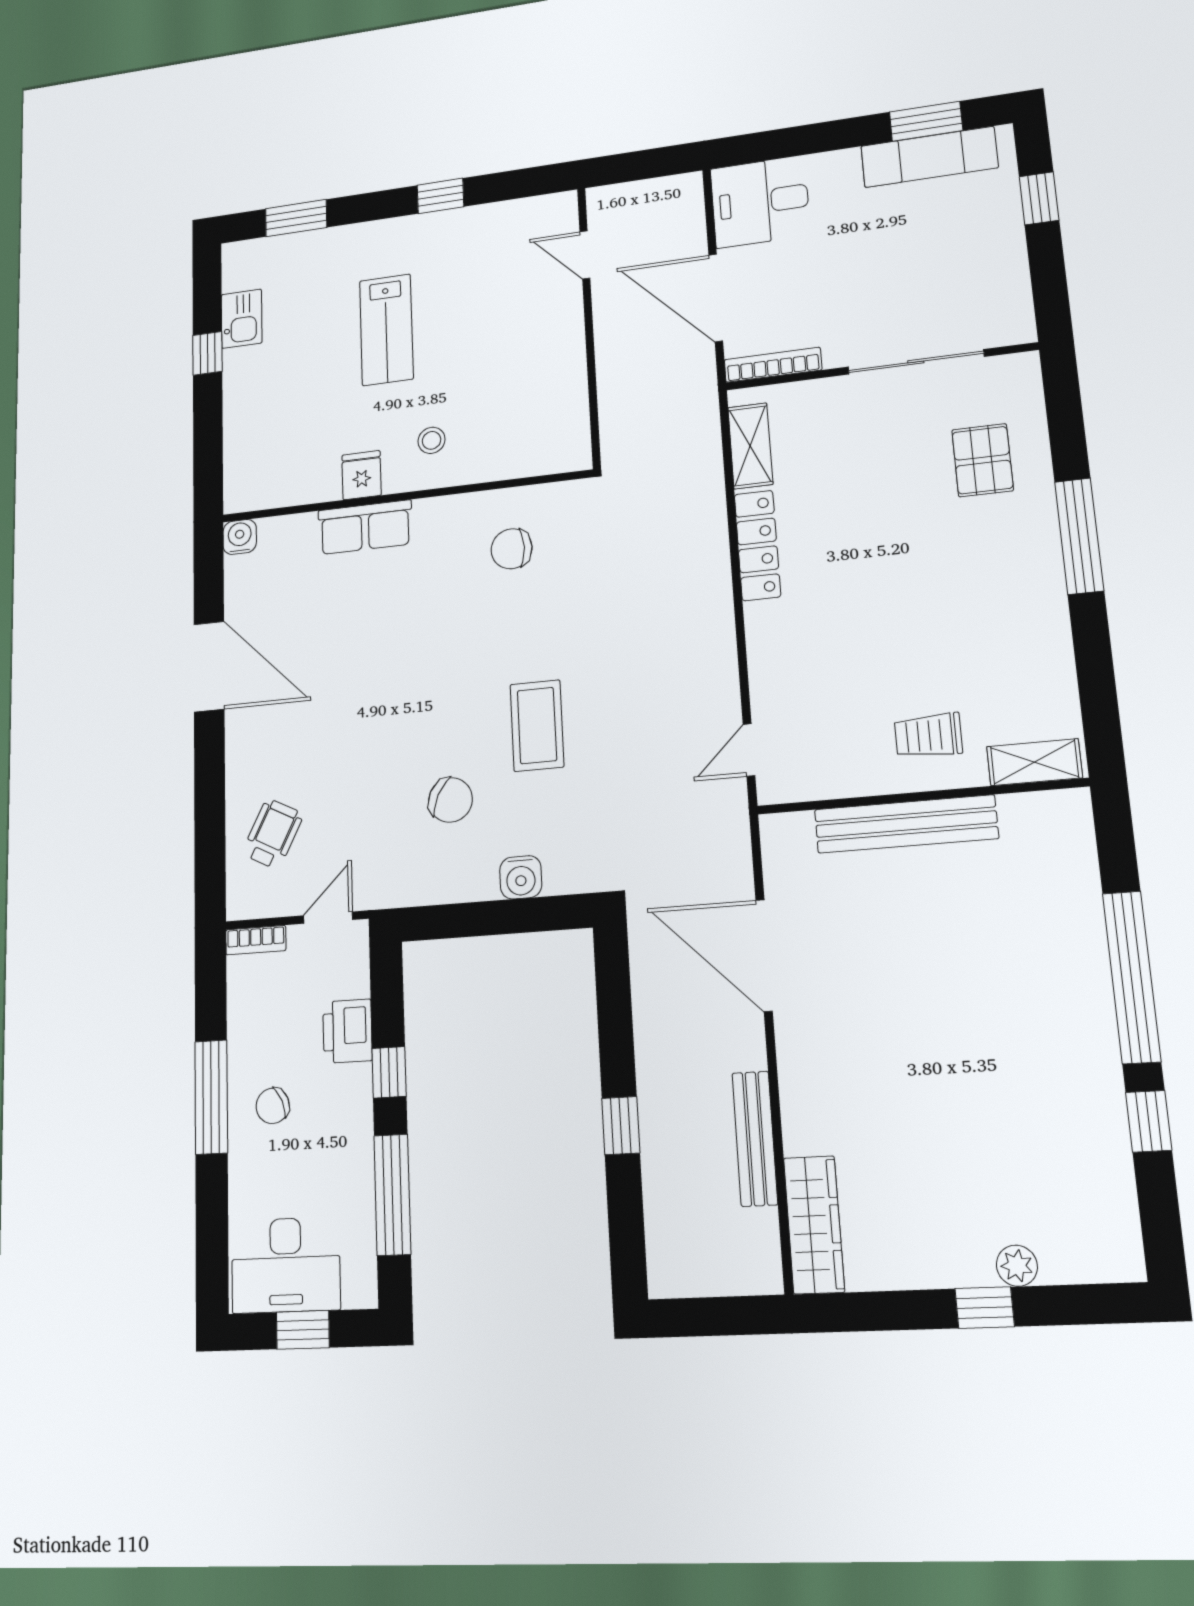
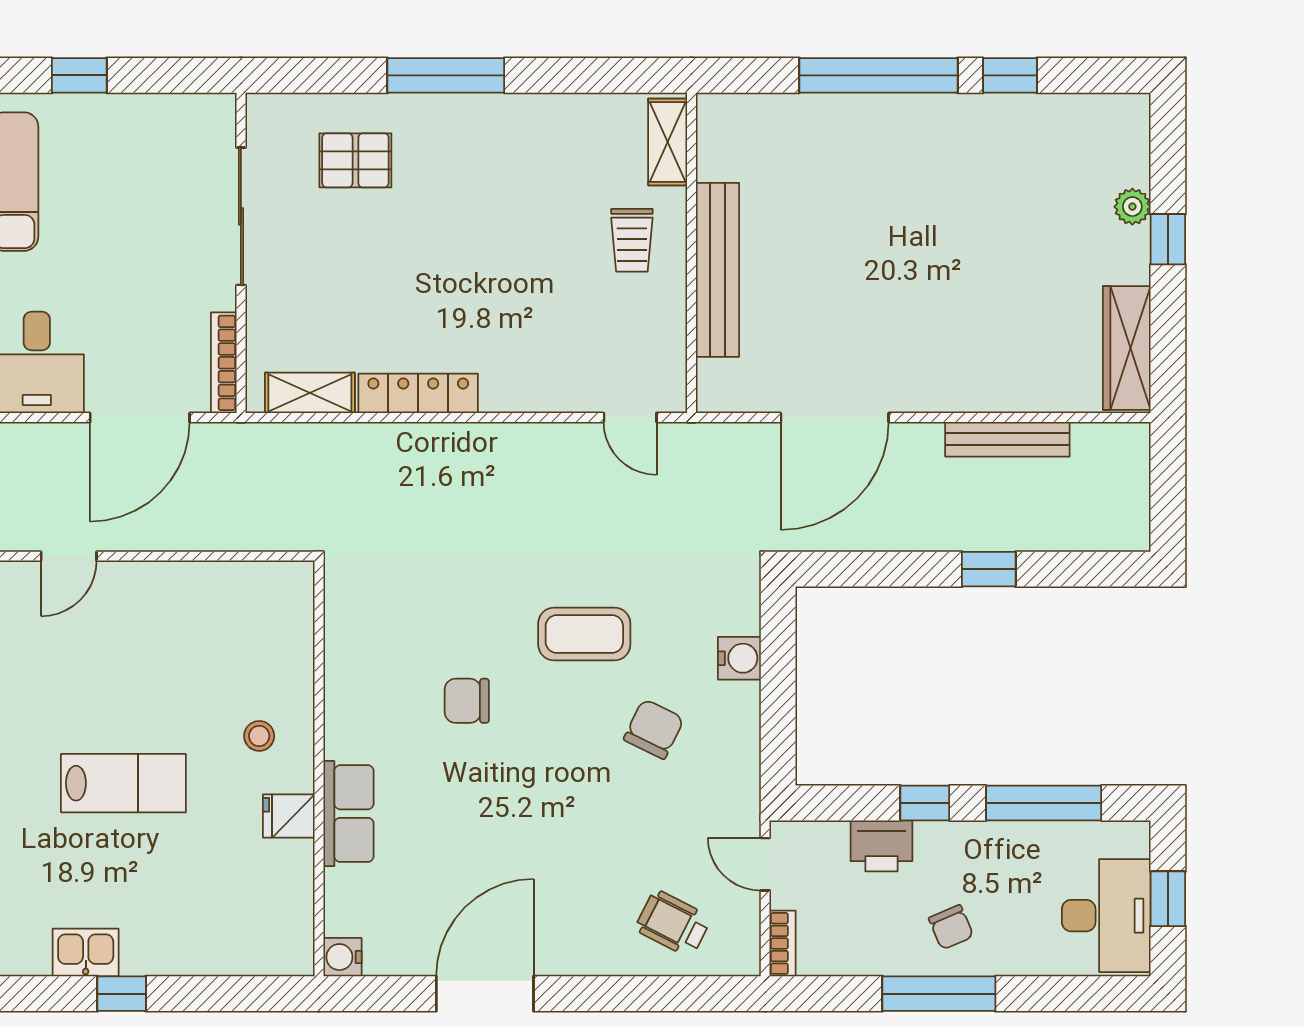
chair: (512, 549) -> (467, 701), moved, turned 90
wardrobe: (814, 1225) -> (1127, 348), moved, turned -90

